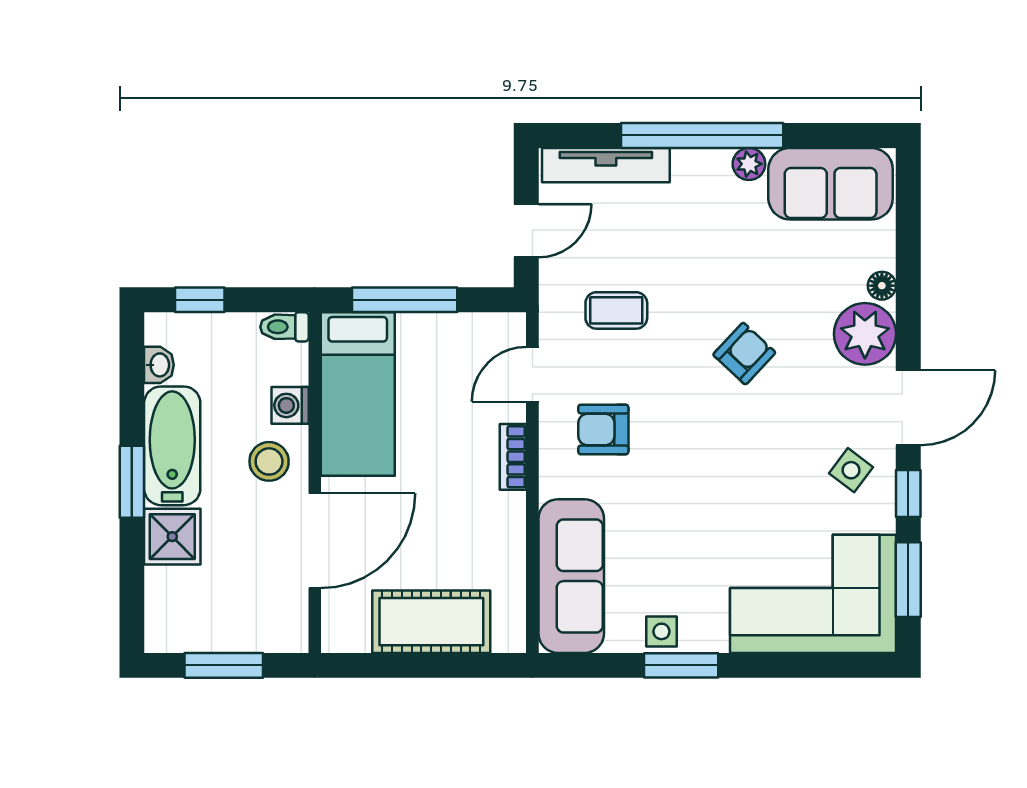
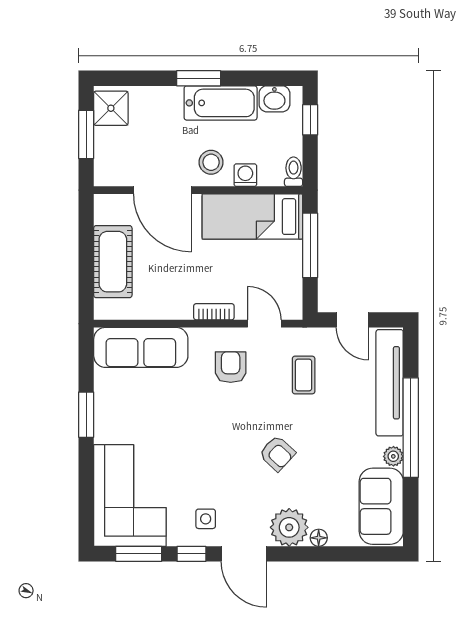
tv unit: (606, 165) -> (390, 383), width x1.36, depth x1.29
washbasin: (159, 365) -> (274, 99), width x1.38, depth x1.45
side table: (851, 470) -> (206, 519), turned -37
shower: (172, 537) -> (111, 108), moved
side table: (661, 631) -> (107, 403), removed

